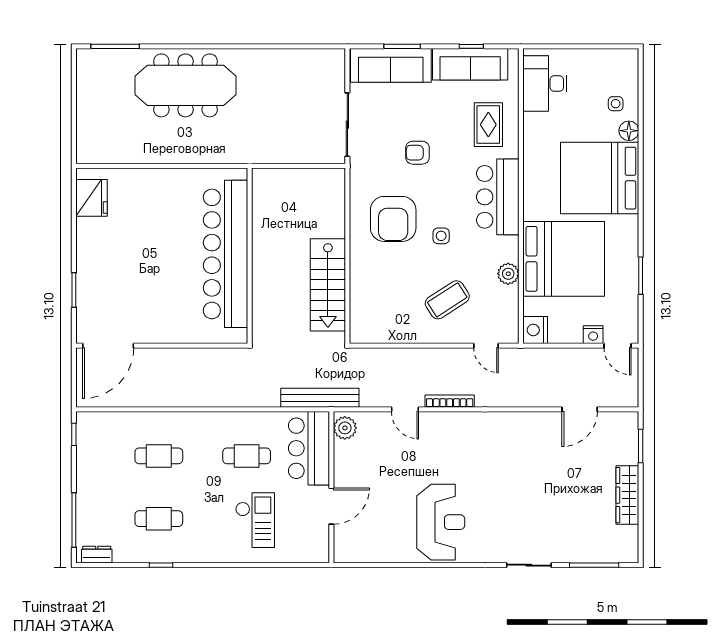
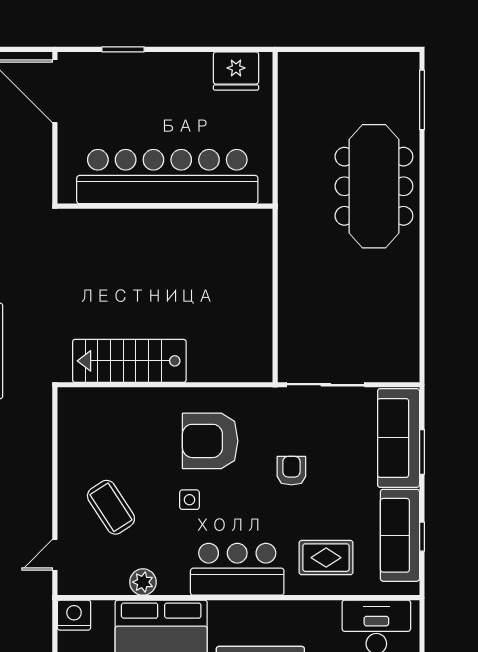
bar counter: (226, 254) -> (167, 177), moved
wall: (250, 256) -> (165, 206), moved

